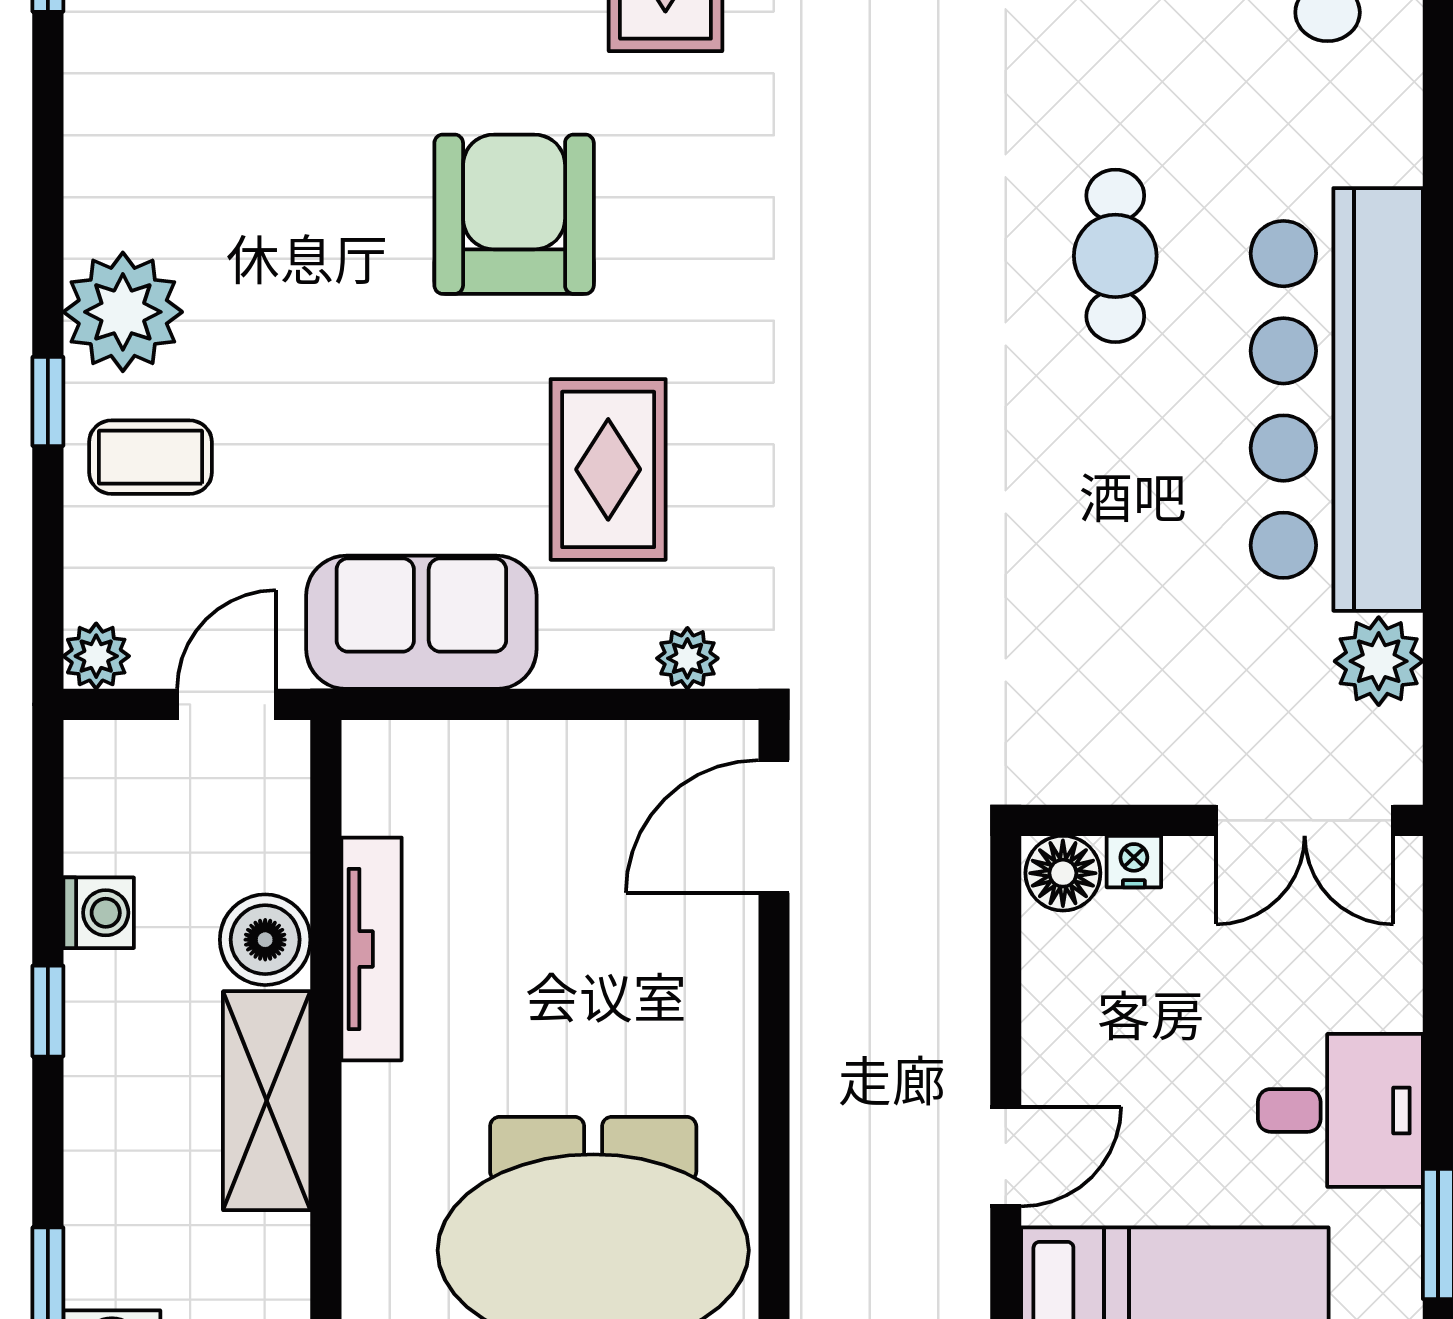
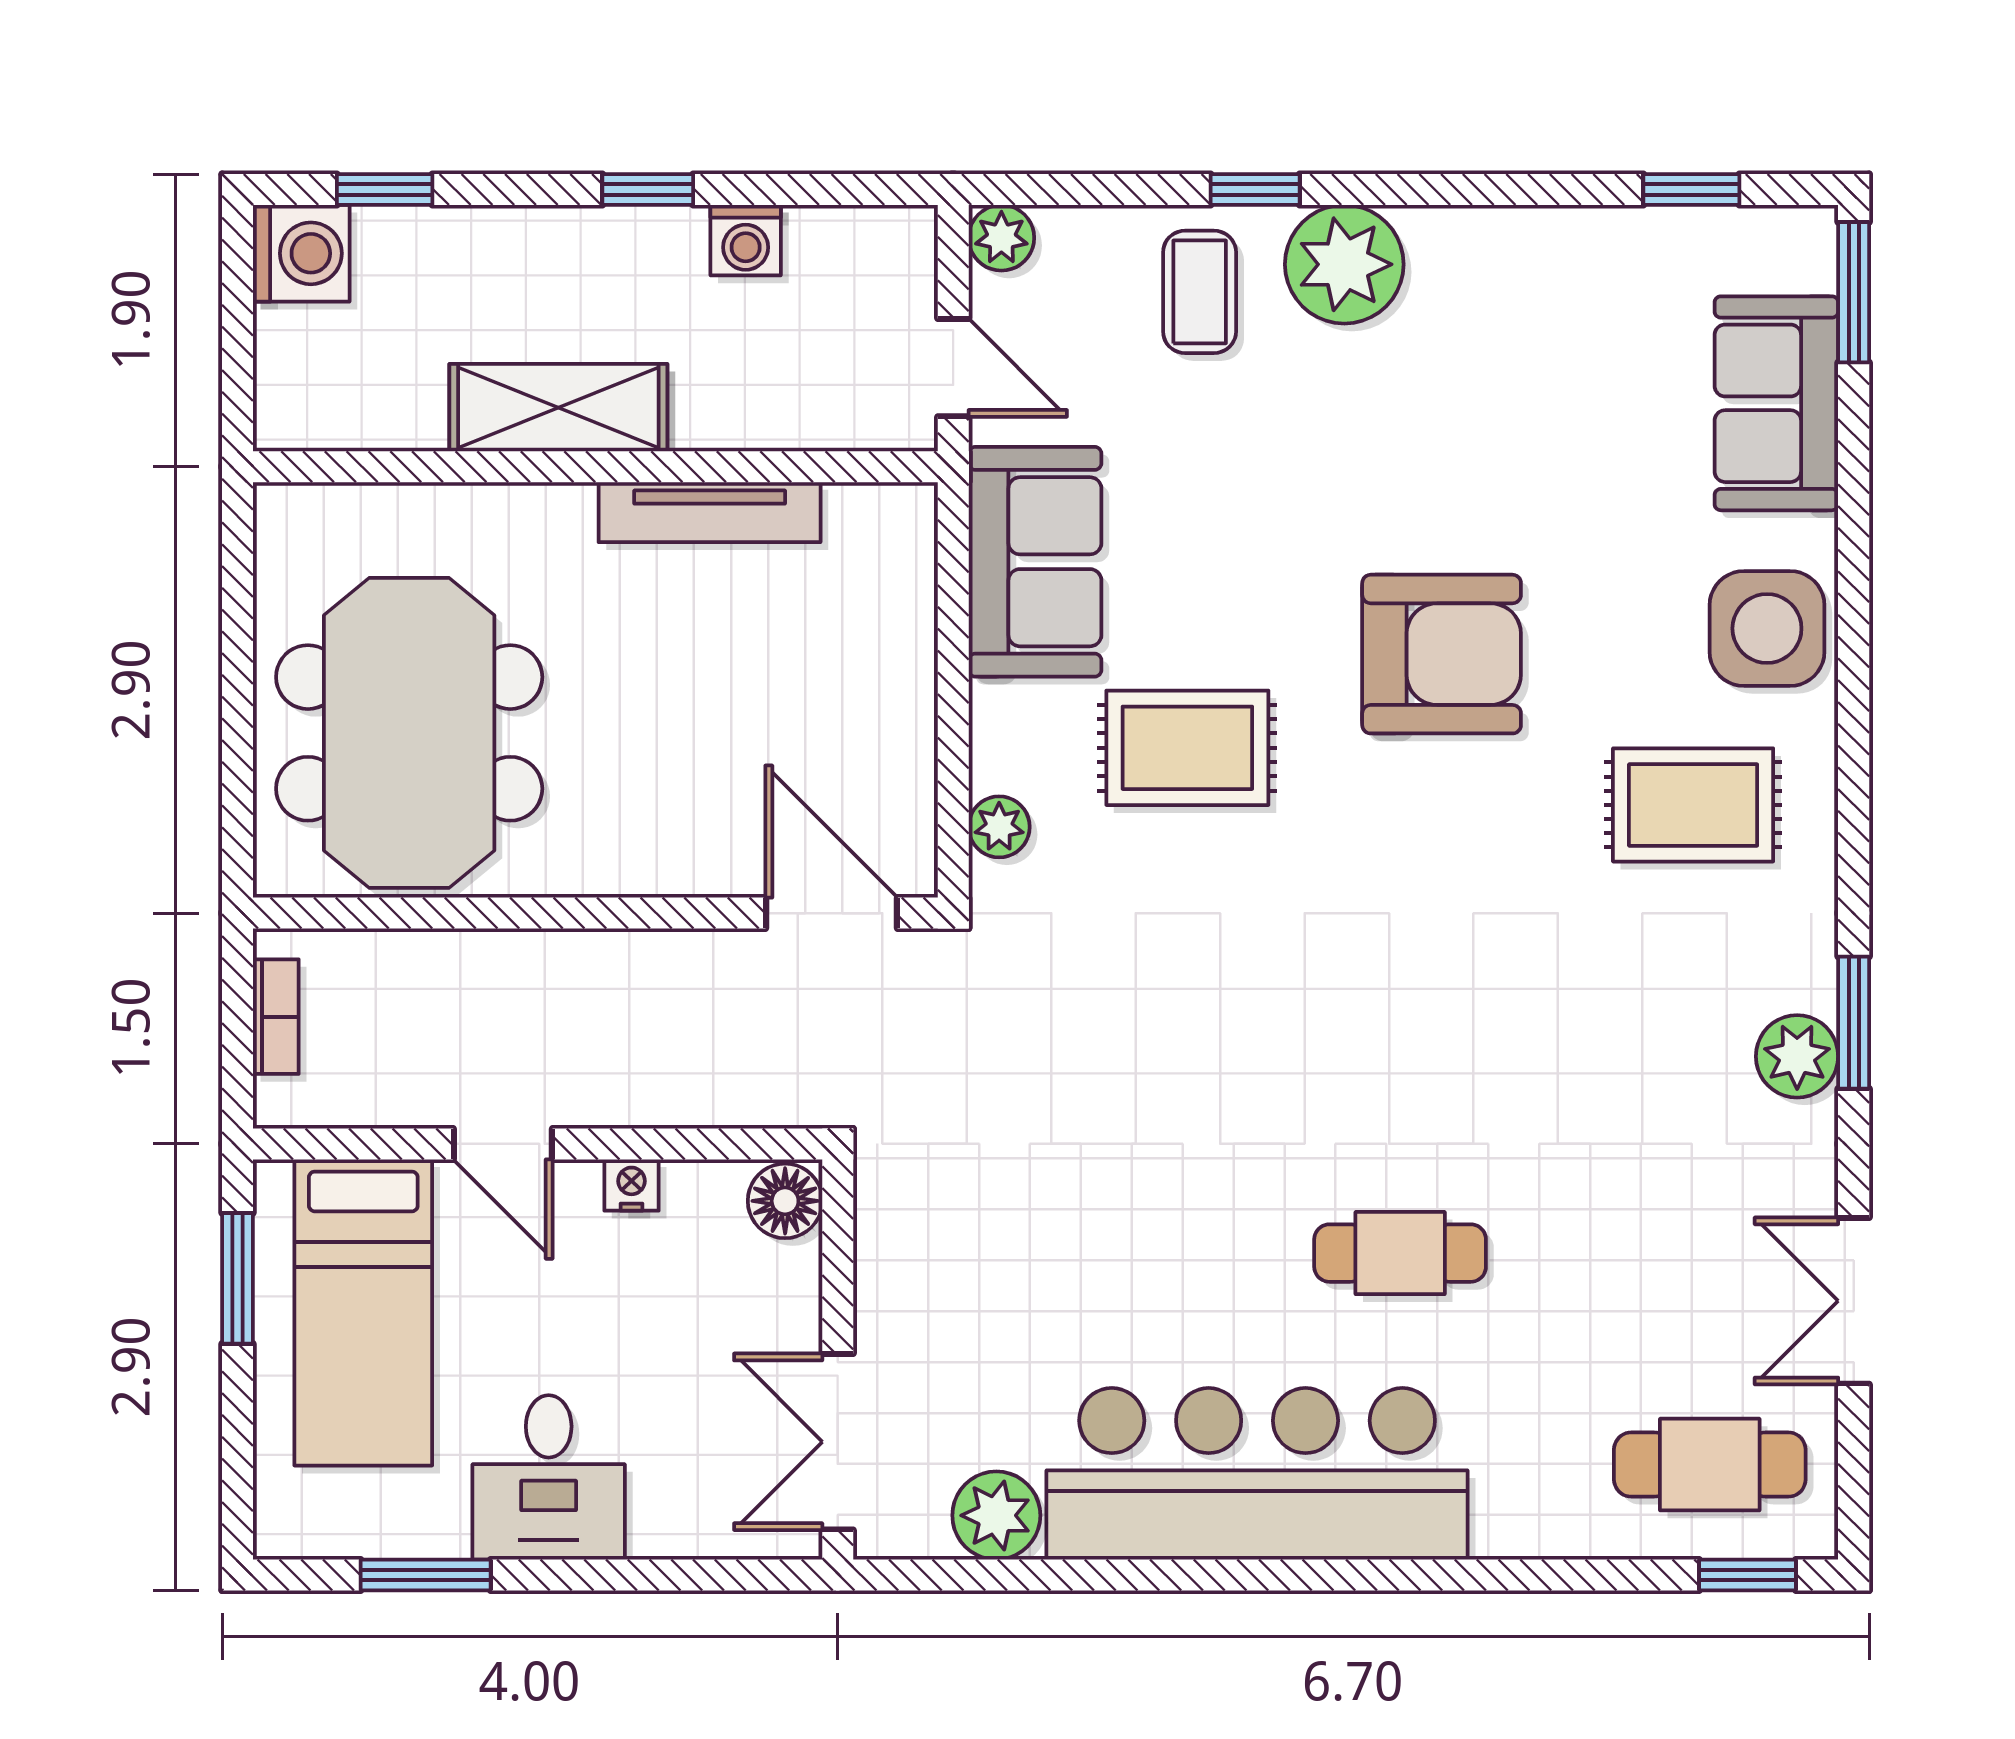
nightstand: (1134, 862) -> (631, 1185), moved, turned -90
boiler: (265, 940) -> (719, 406), removed

